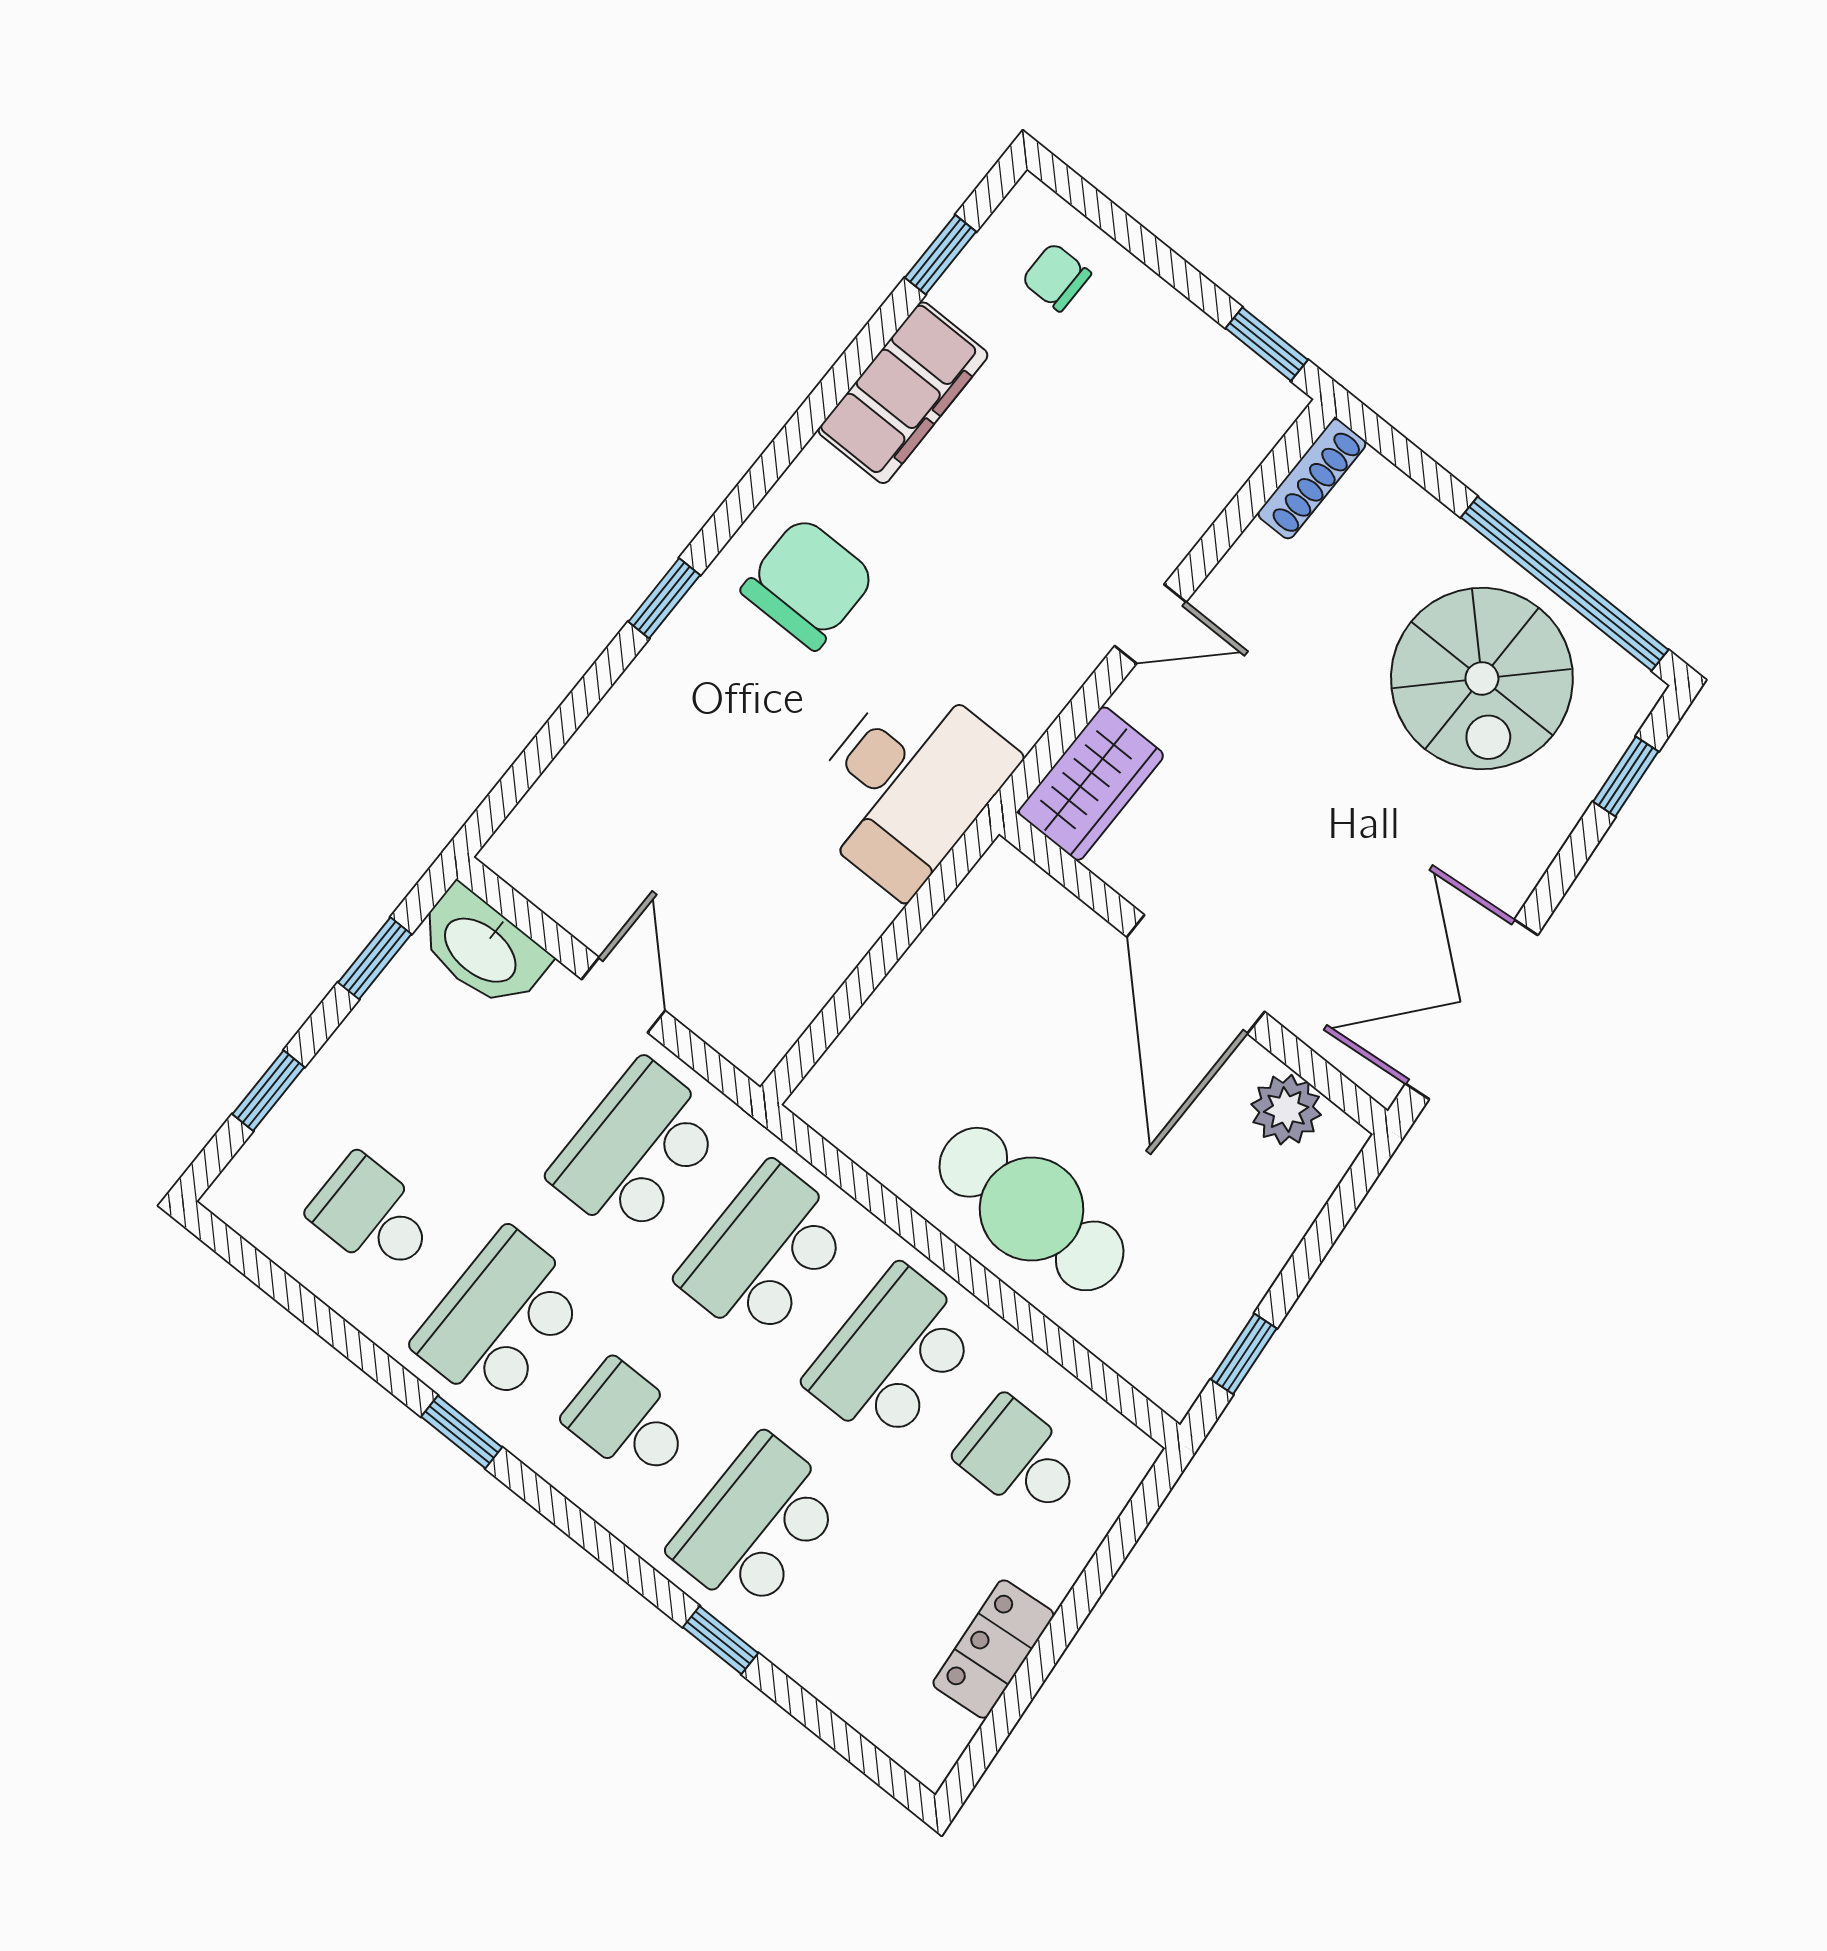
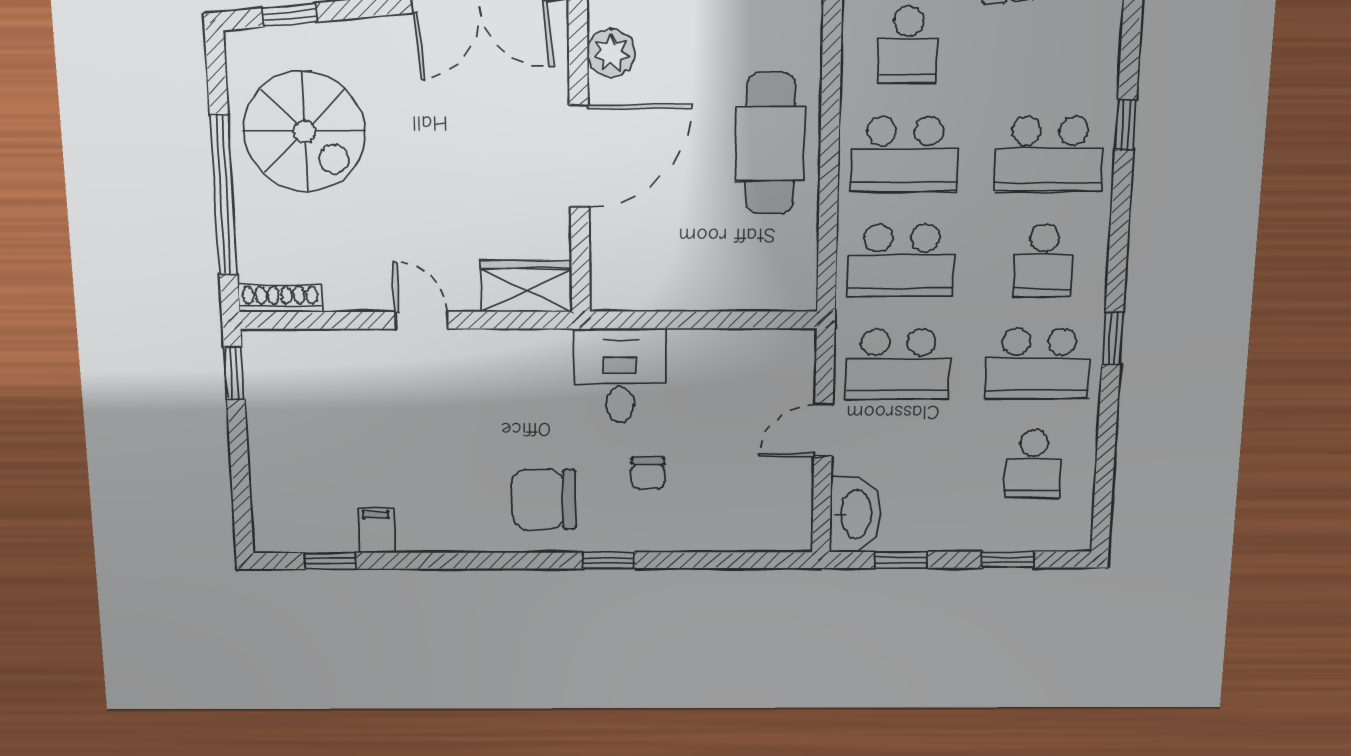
chair: (1056, 277) -> (648, 473), moved
filing cabinet: (903, 393) -> (376, 531), width x0.33, depth x0.86
window: (1565, 584) -> (224, 195), moved
spiral stairs: (1482, 678) -> (304, 132), turned 90
desk: (907, 784) -> (620, 376), width x0.73

